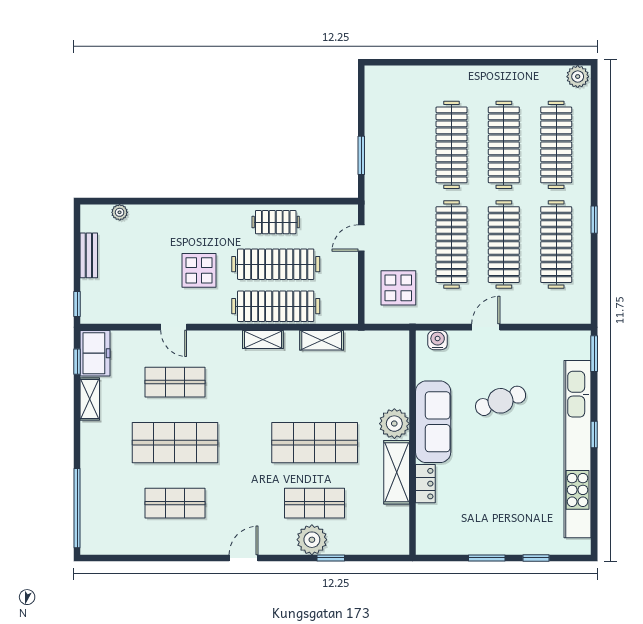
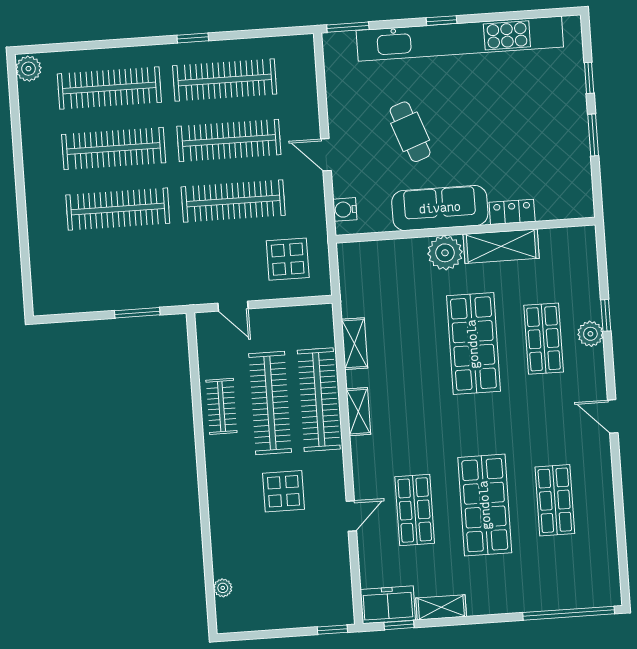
bench: (89, 255) -> (275, 620), removed
plant: (312, 540) -> (590, 334), width x0.73, depth x0.73

